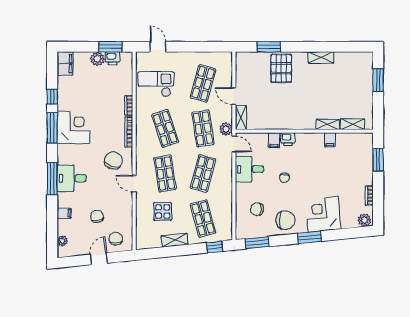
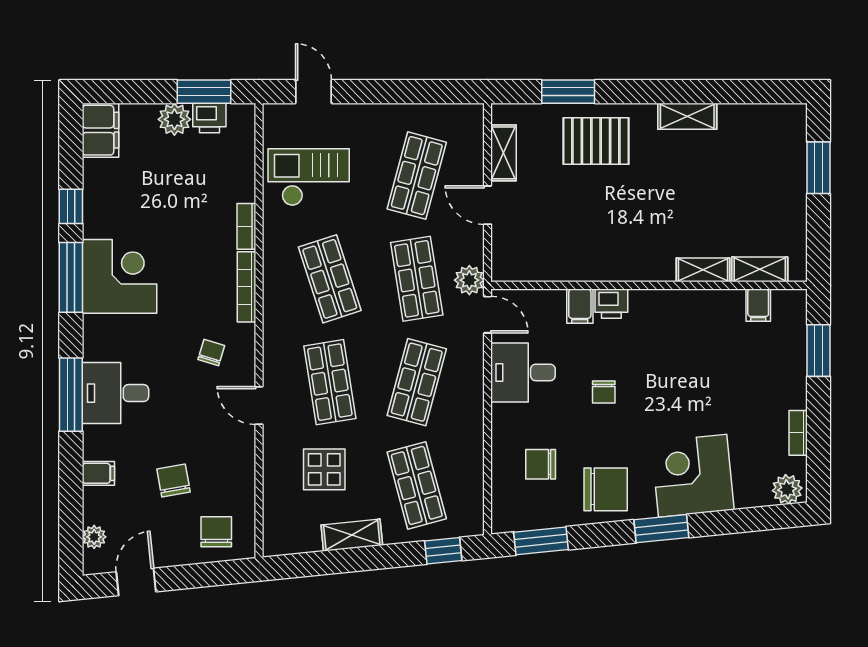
pallet: (281, 68) -> (596, 141), turned 90
shelving: (241, 118) -> (504, 153), moved
filing cabinet: (330, 140) -> (758, 305), moved
chair: (113, 161) -> (211, 353), width x0.54, depth x0.54
door: (99, 259) -> (136, 582), moved

